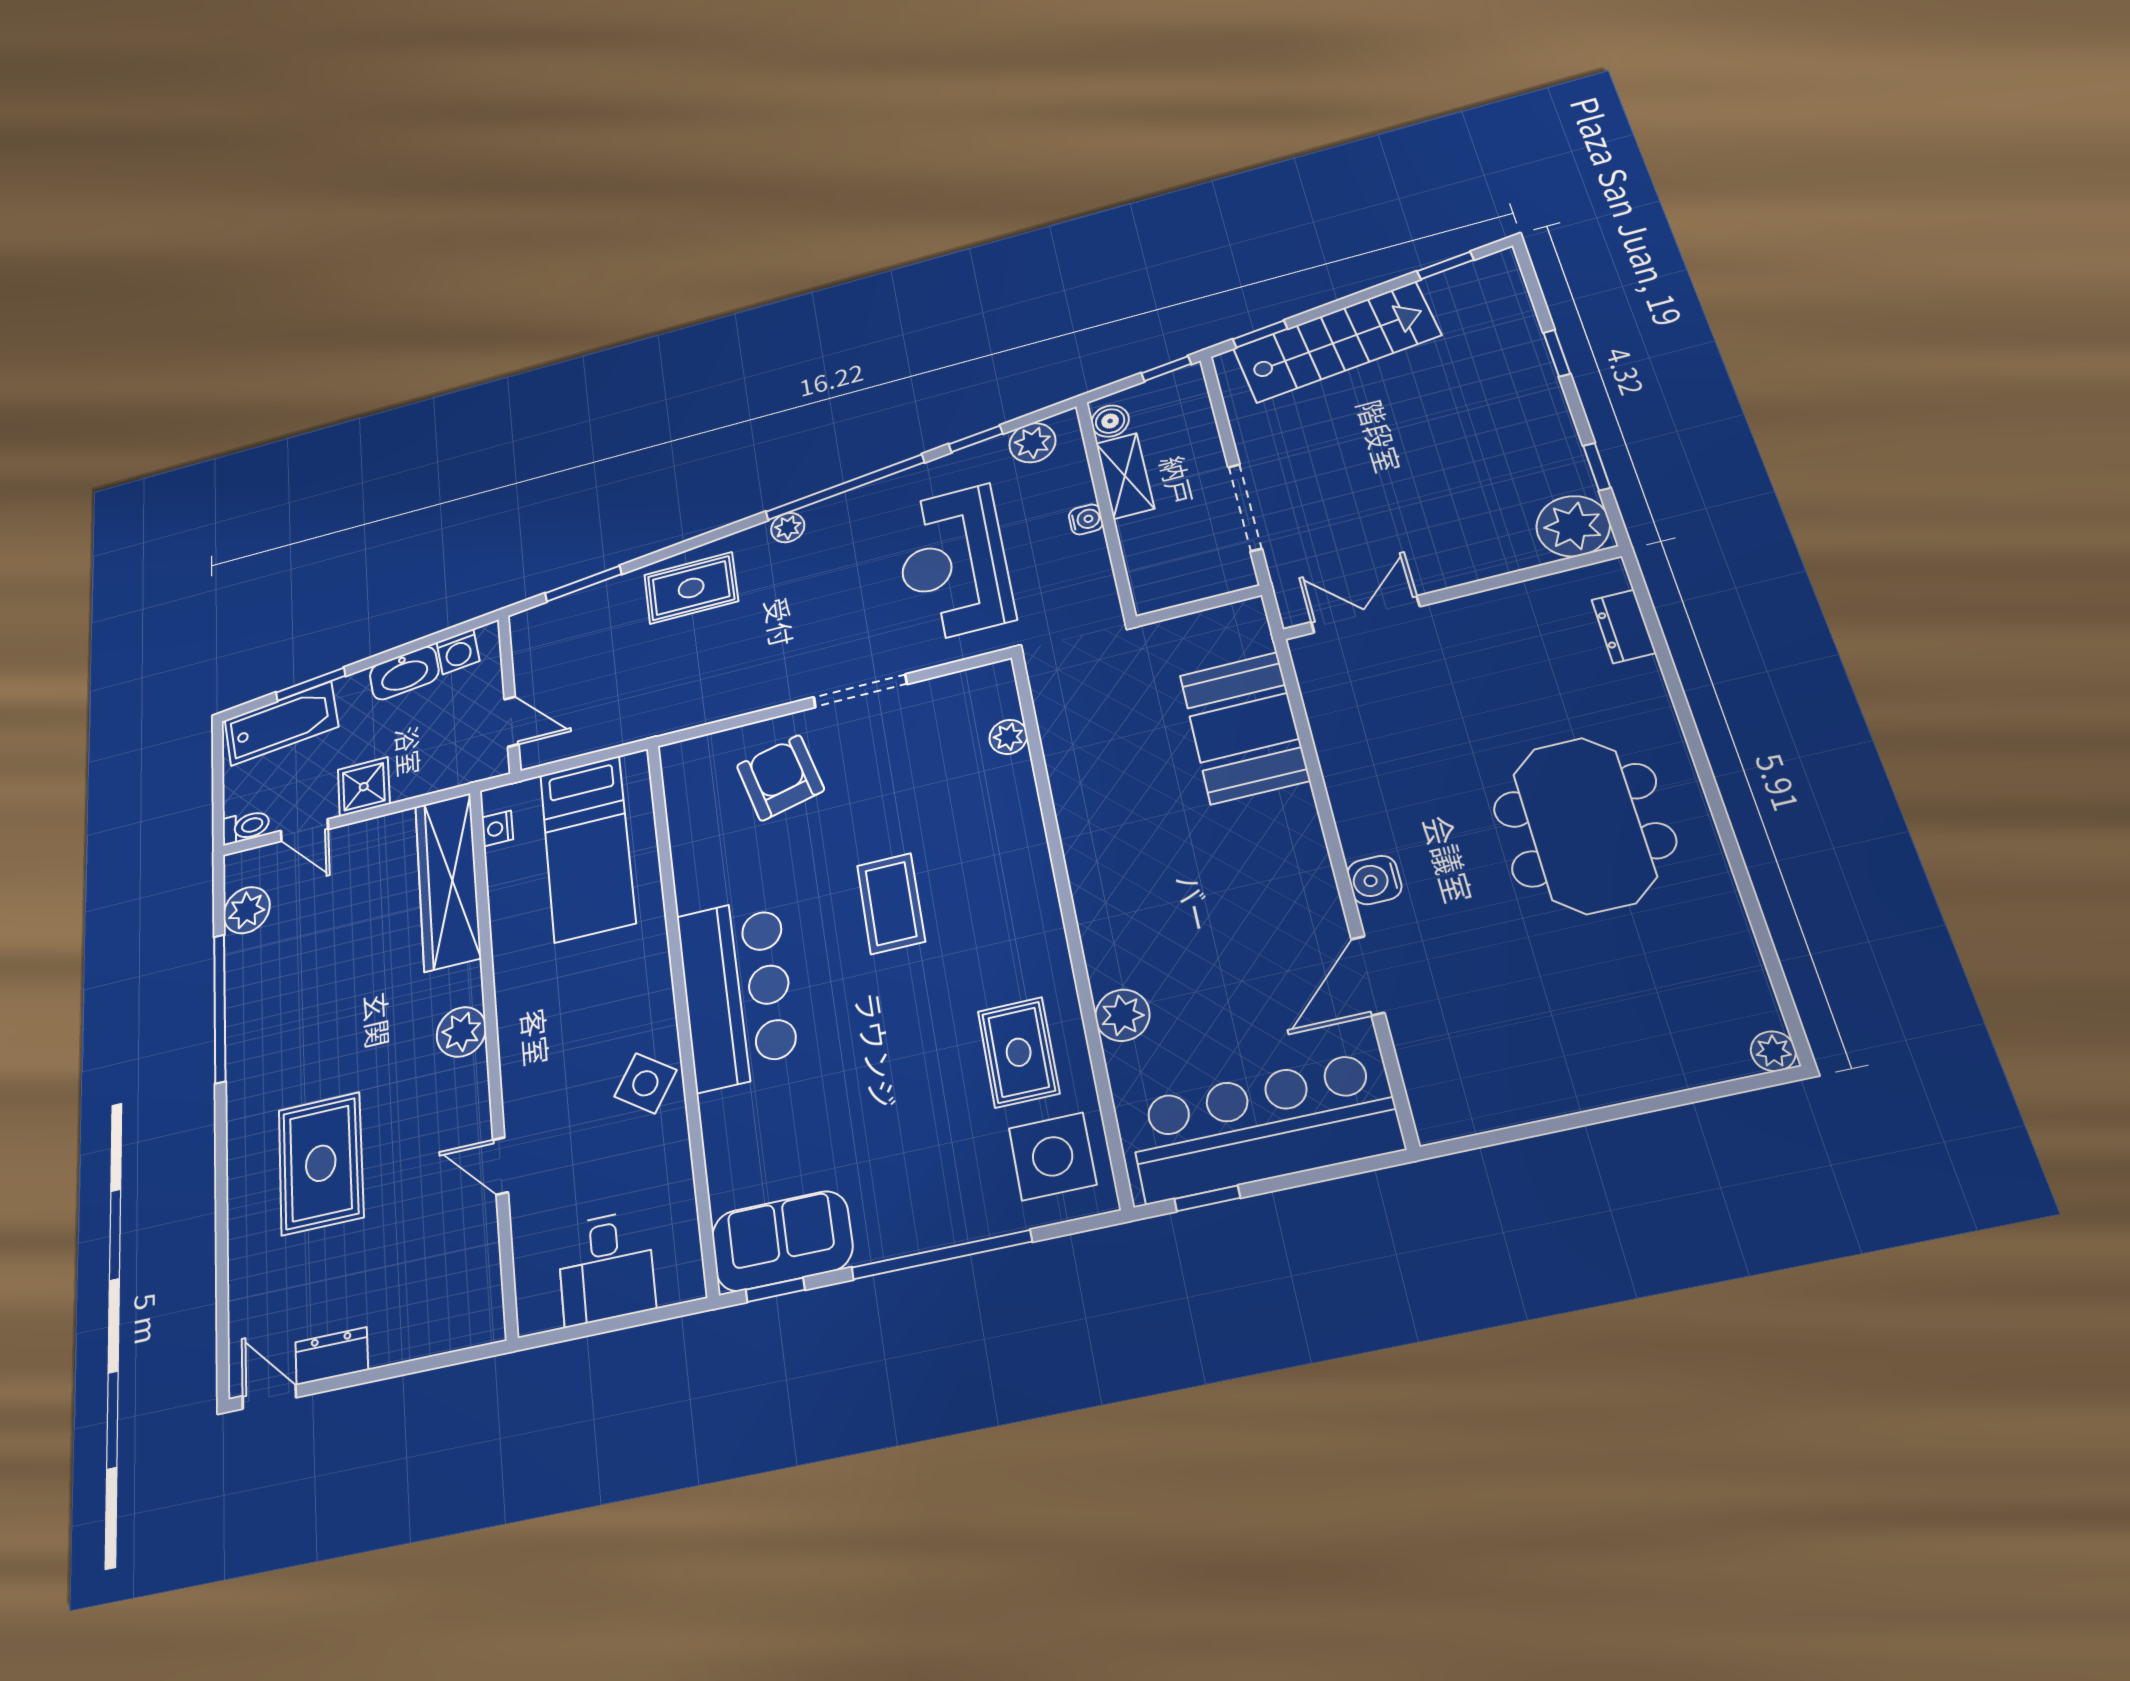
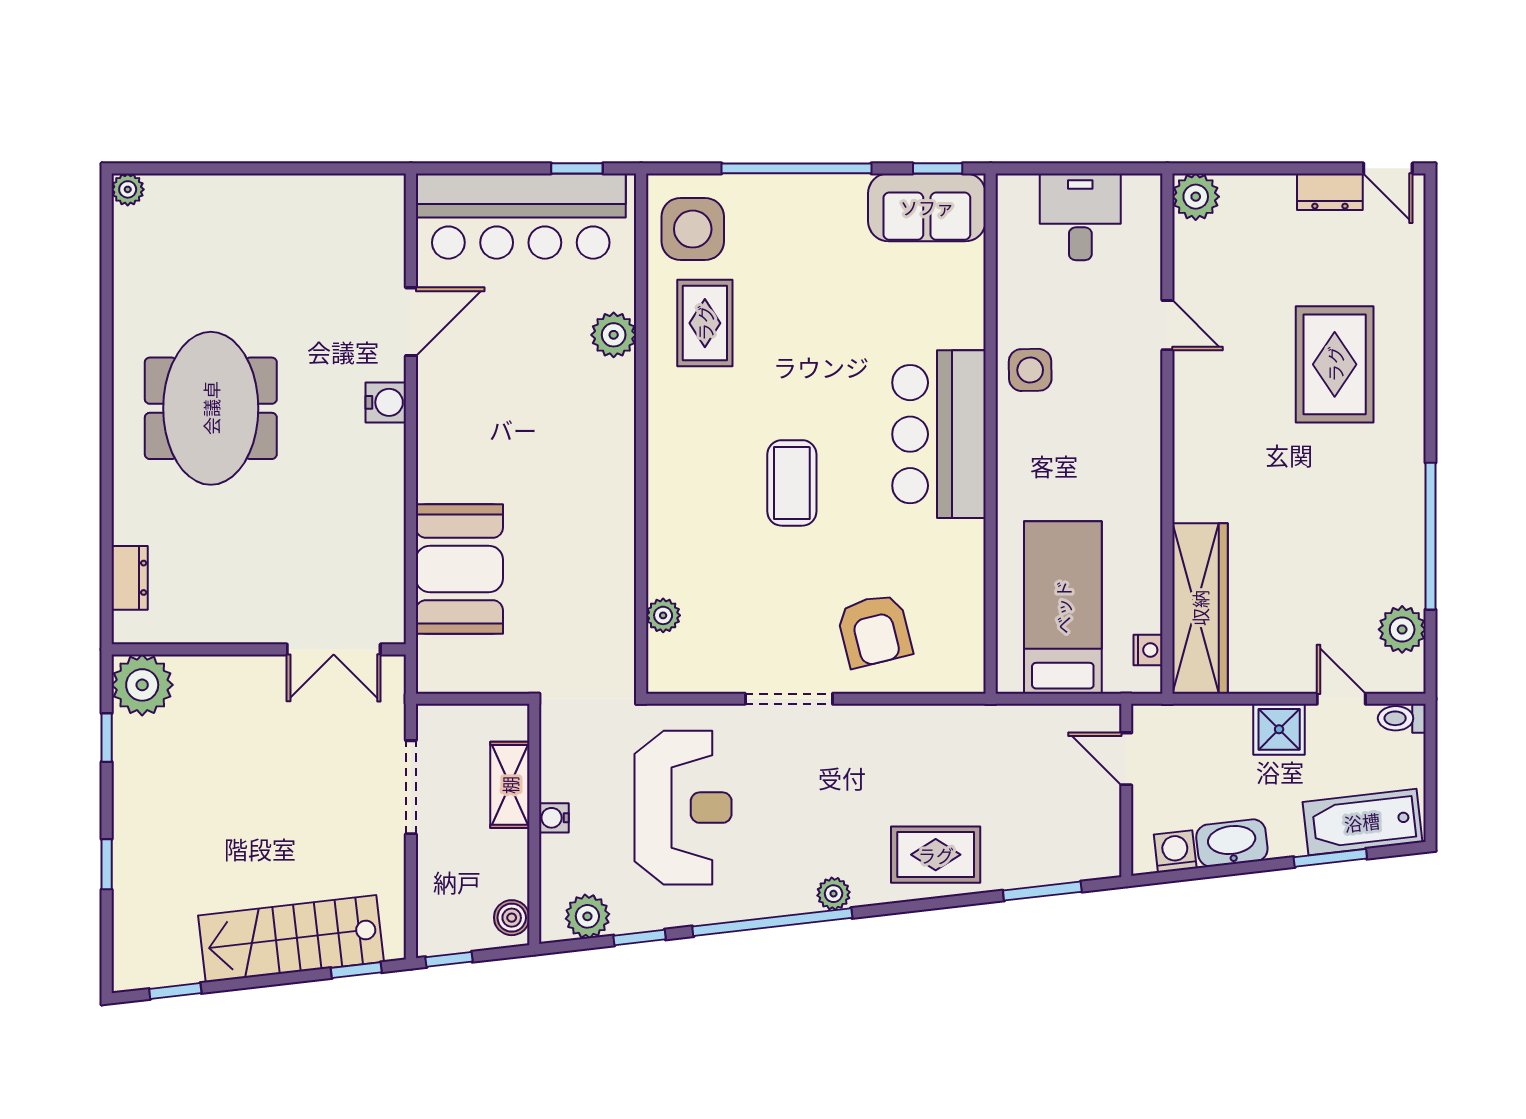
shelving: (1125, 476) -> (510, 785), moved
plant: (461, 1032) -> (1196, 197), moved
side table: (645, 1083) -> (1030, 370), turned -35

